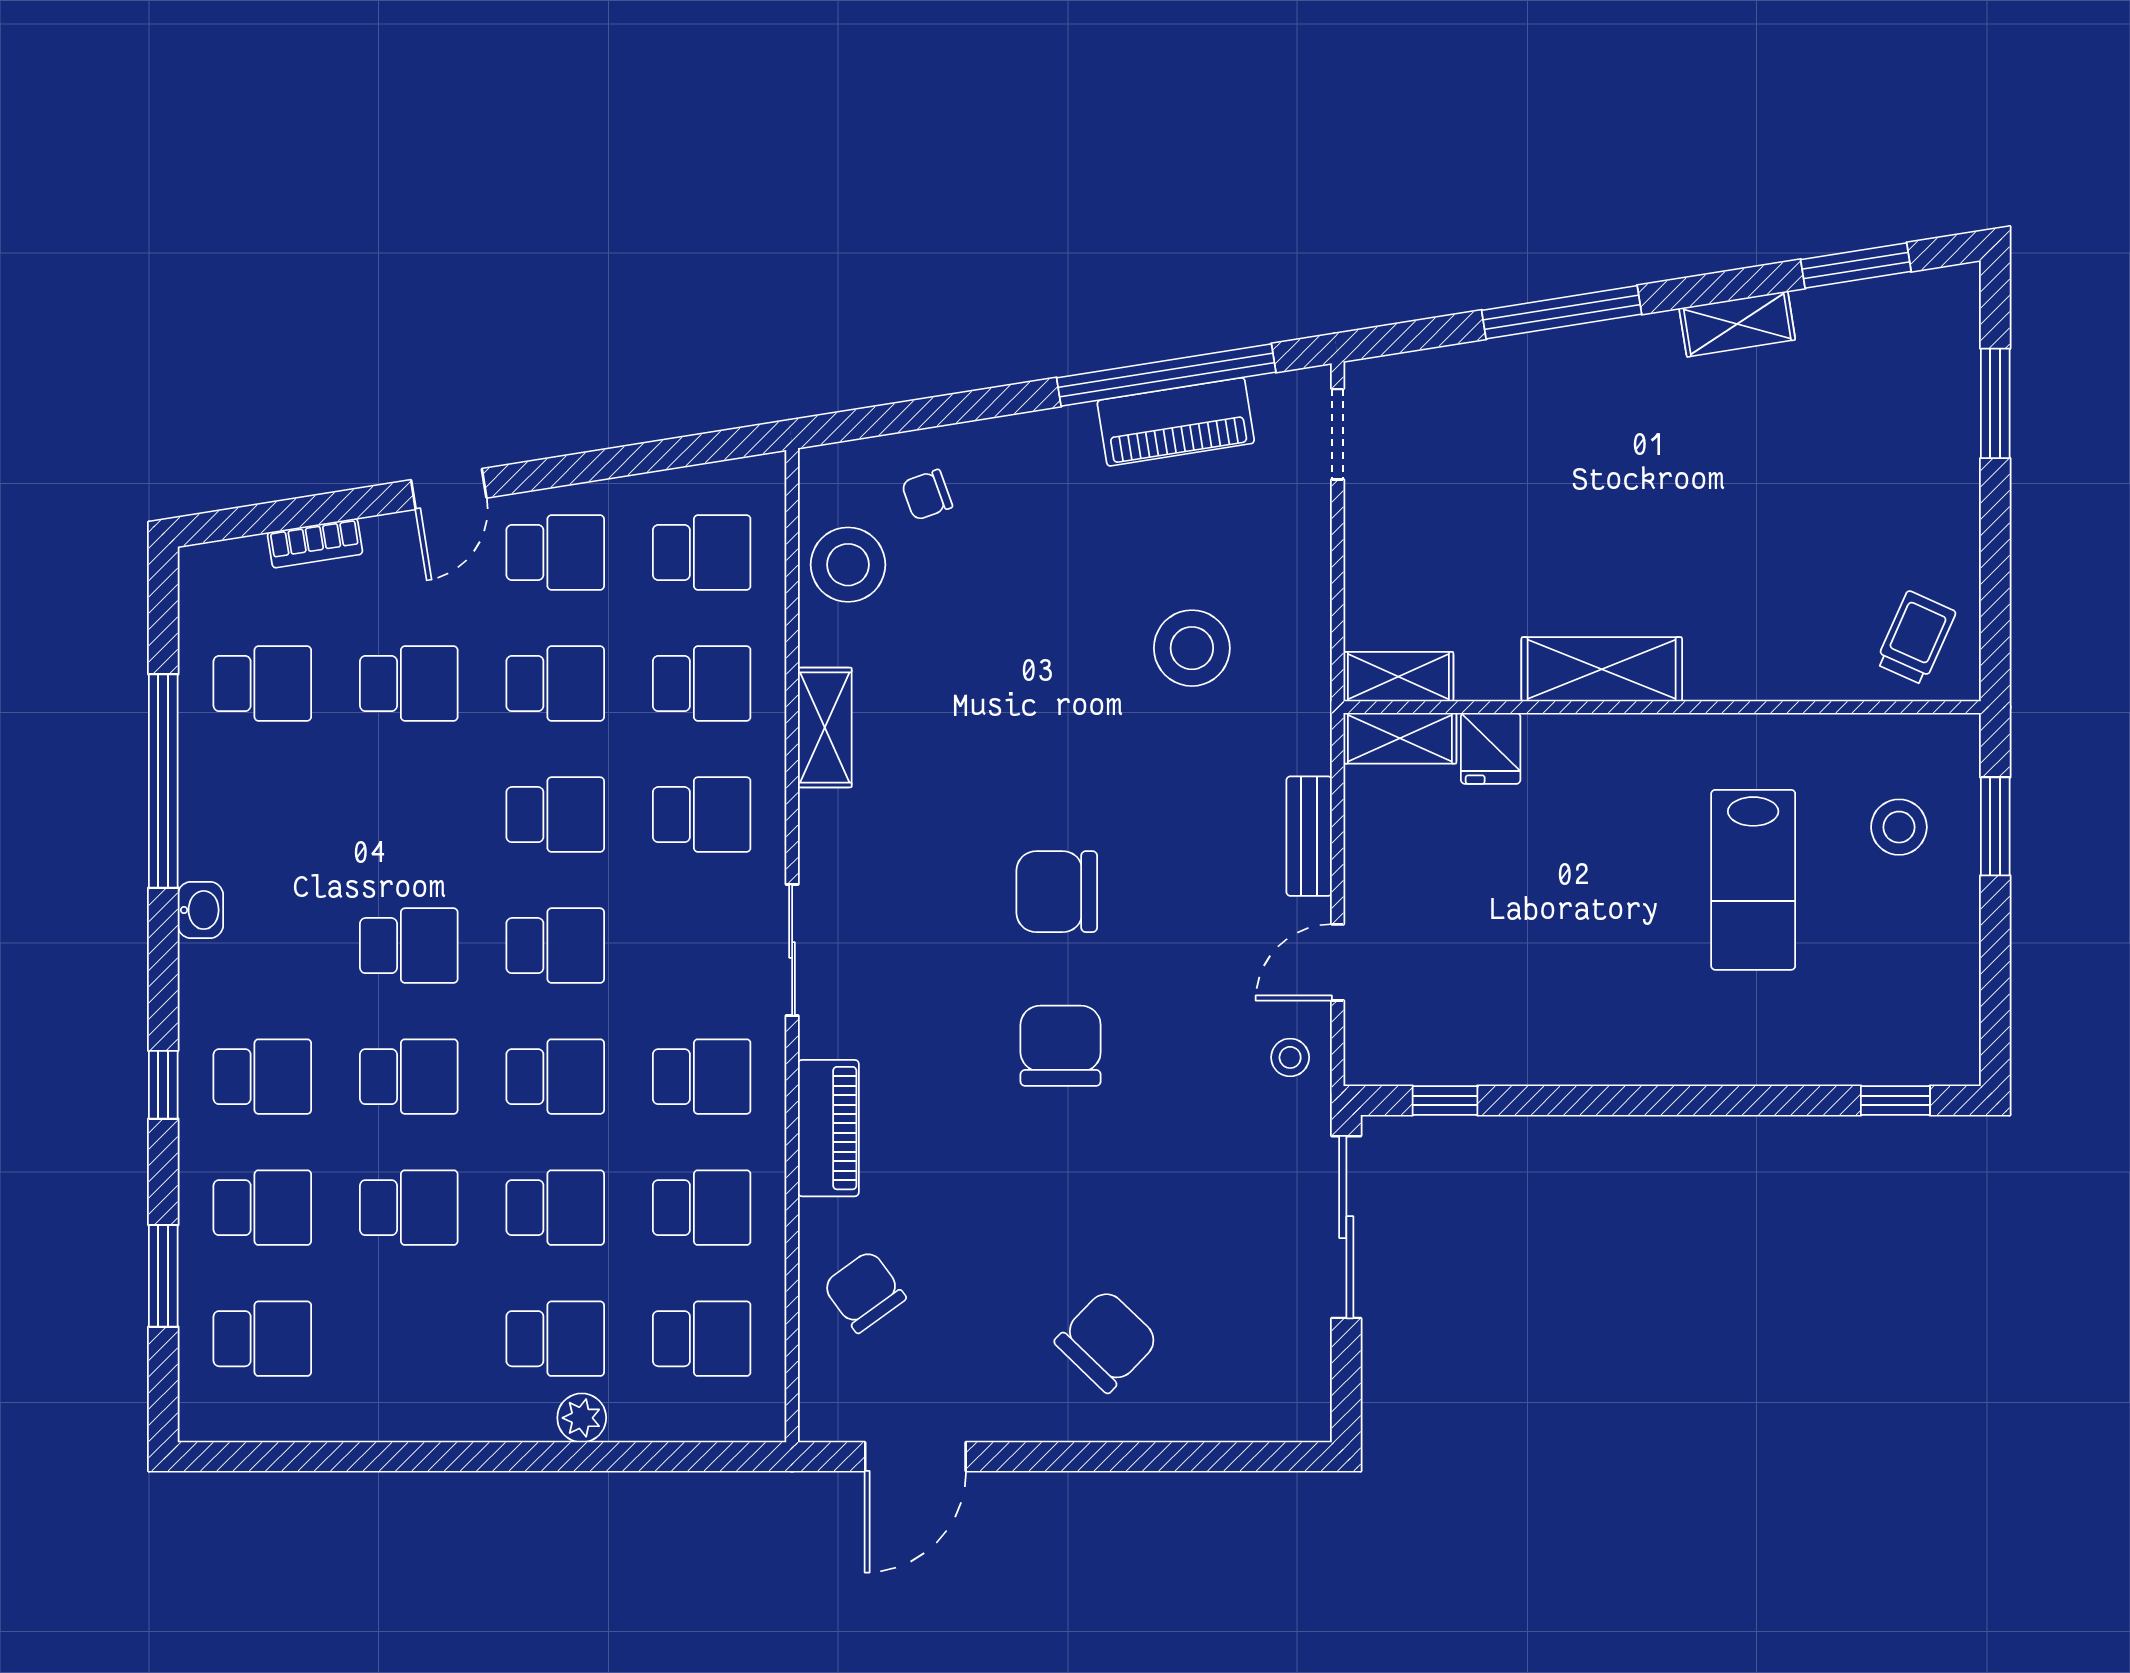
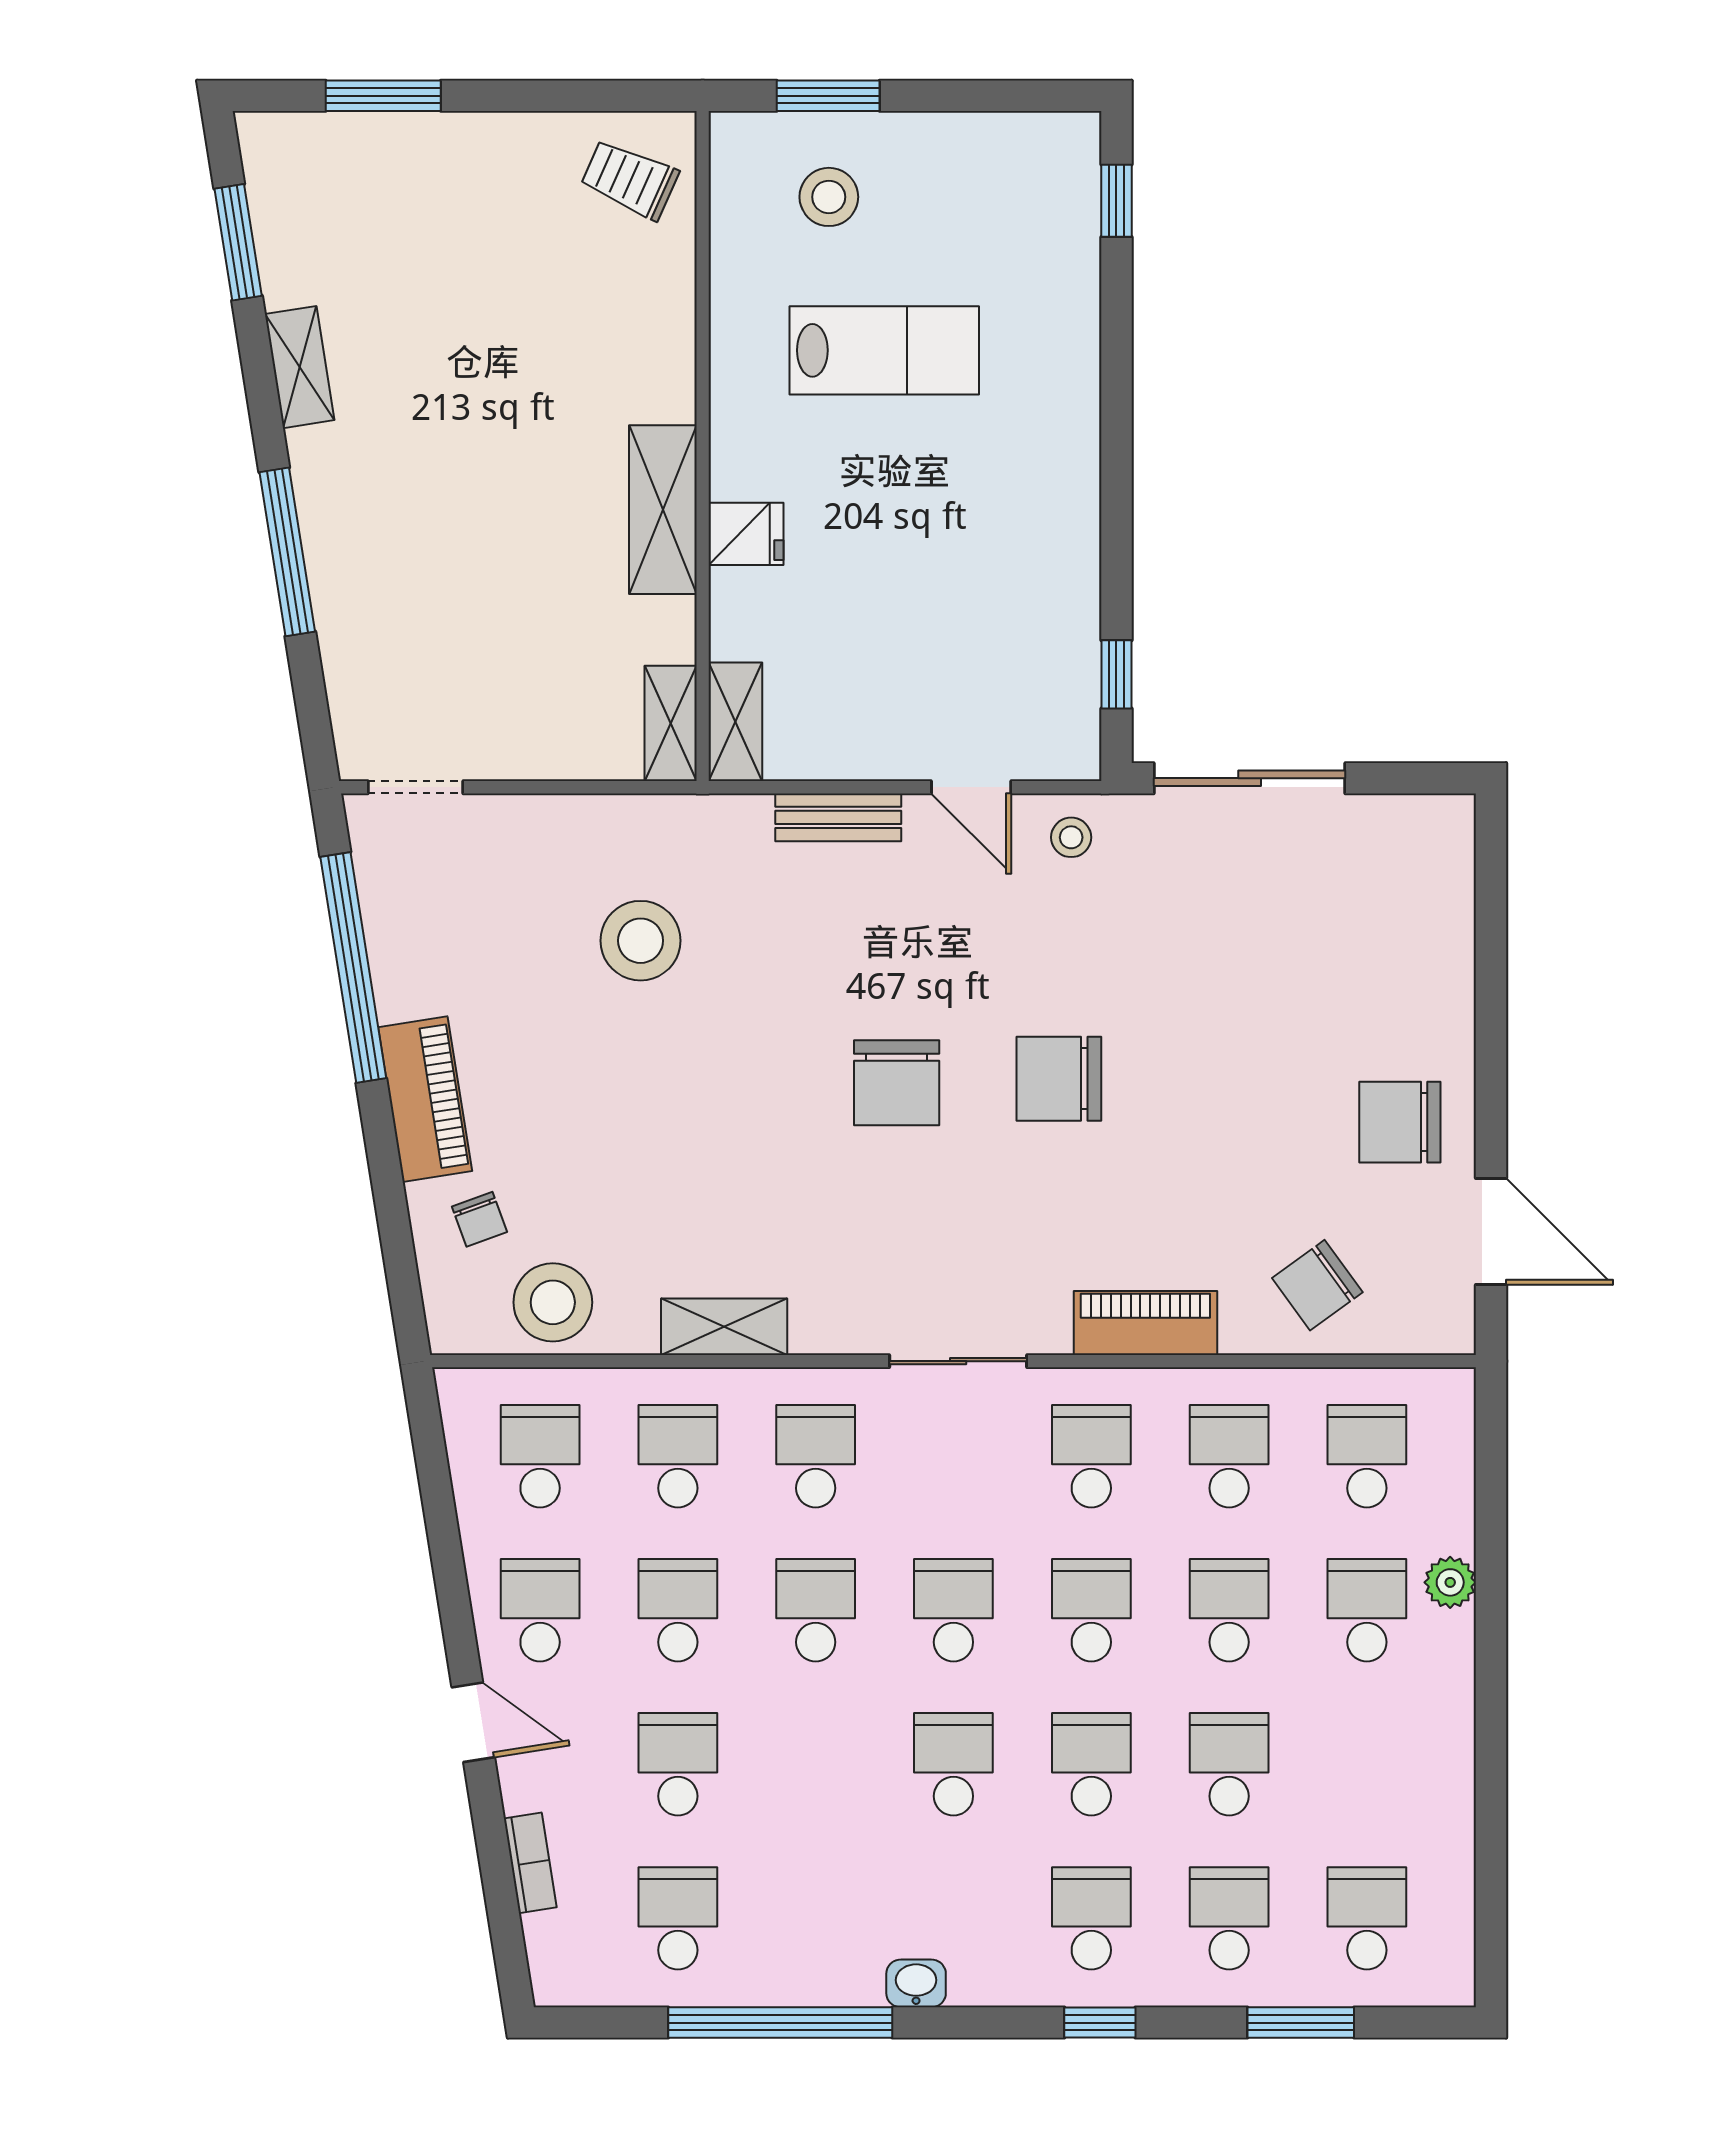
piano: (1176, 422) -> (425, 1099), moved
fridge: (1491, 748) -> (746, 534), moved
chair: (1107, 1341) -> (1400, 1122), moved, turned -44

